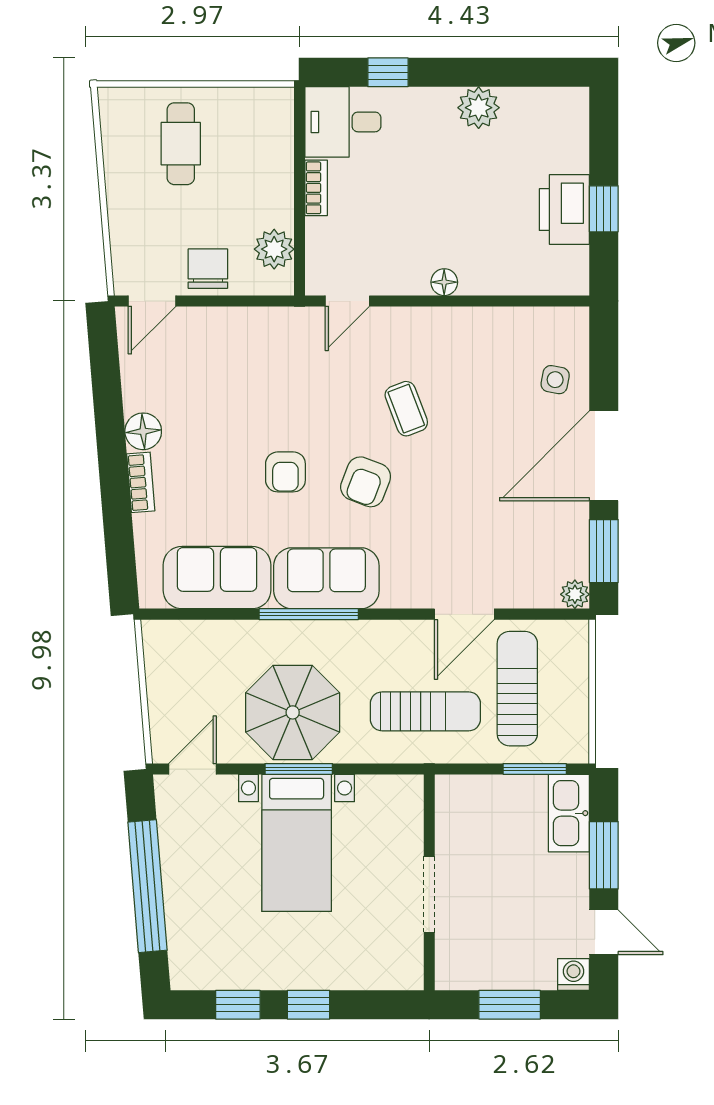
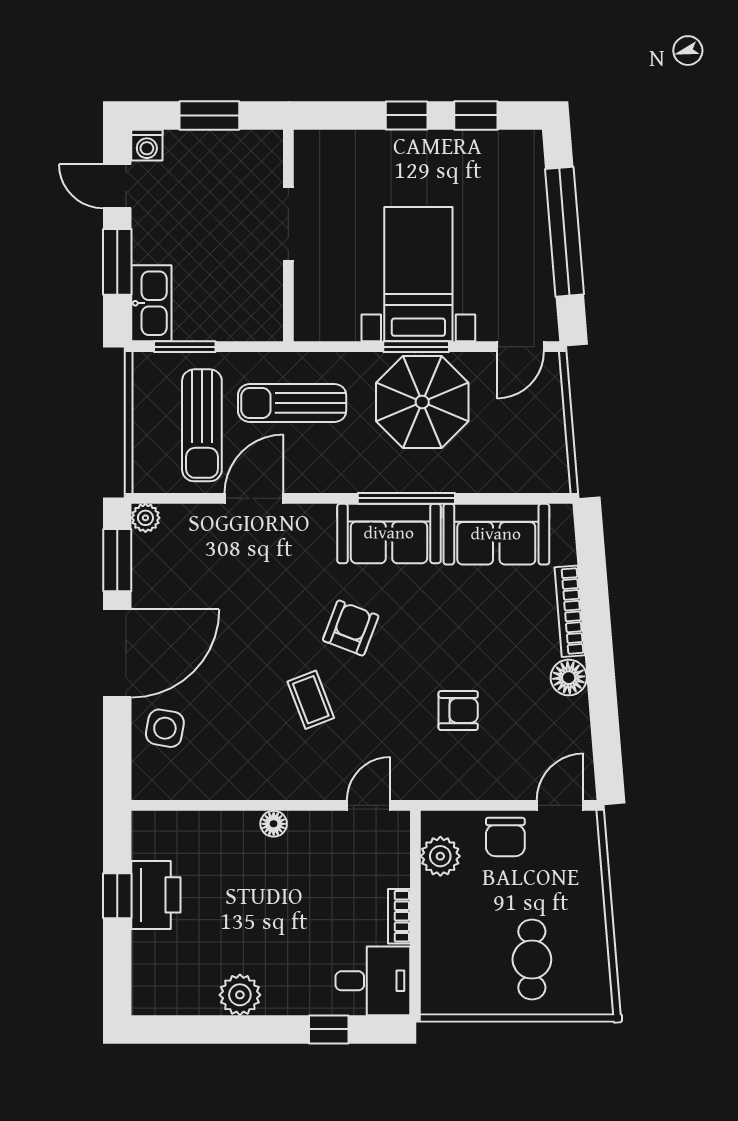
side table: (555, 380) -> (165, 728), width x1.37, depth x1.37
armchair: (285, 472) -> (458, 711), moved, turned 90
bookcase: (141, 482) -> (570, 611), width x1.56

